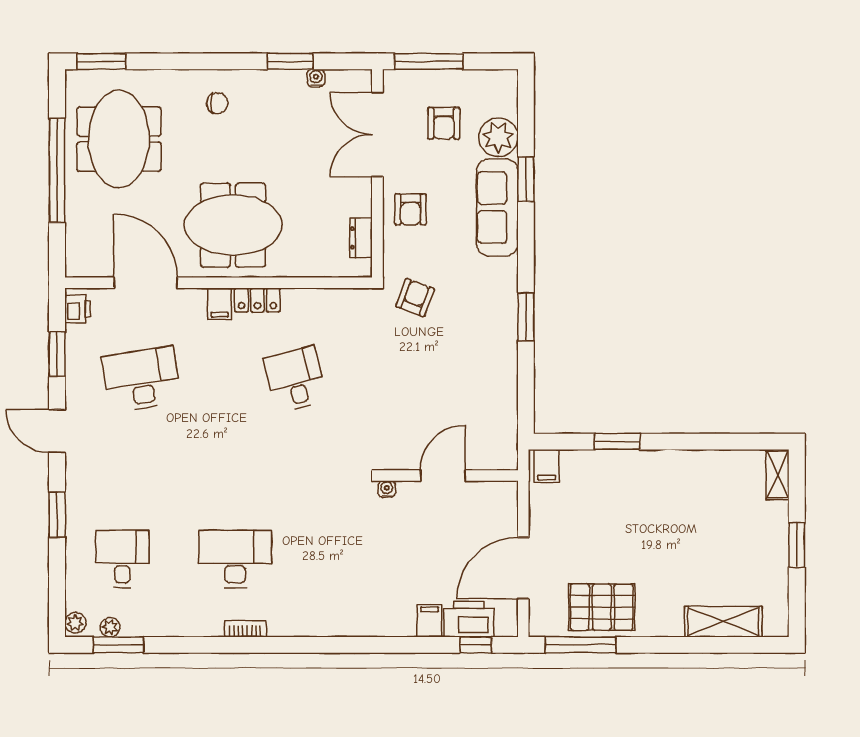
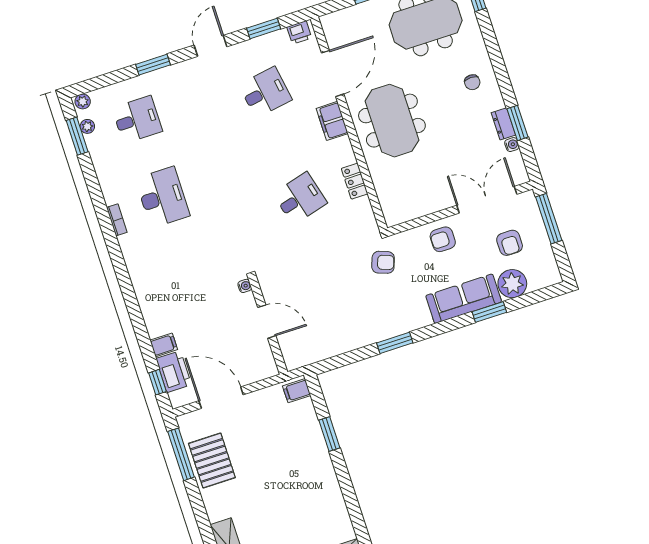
armchair: (444, 123) -> (510, 243), turned -90
dresser: (361, 238) -> (503, 124), moved, turned -90
locker: (257, 300) -> (355, 181), moved
filing cabinet: (220, 304) -> (332, 121), width x2.00
desk: (142, 379) -> (265, 92), width x0.73

